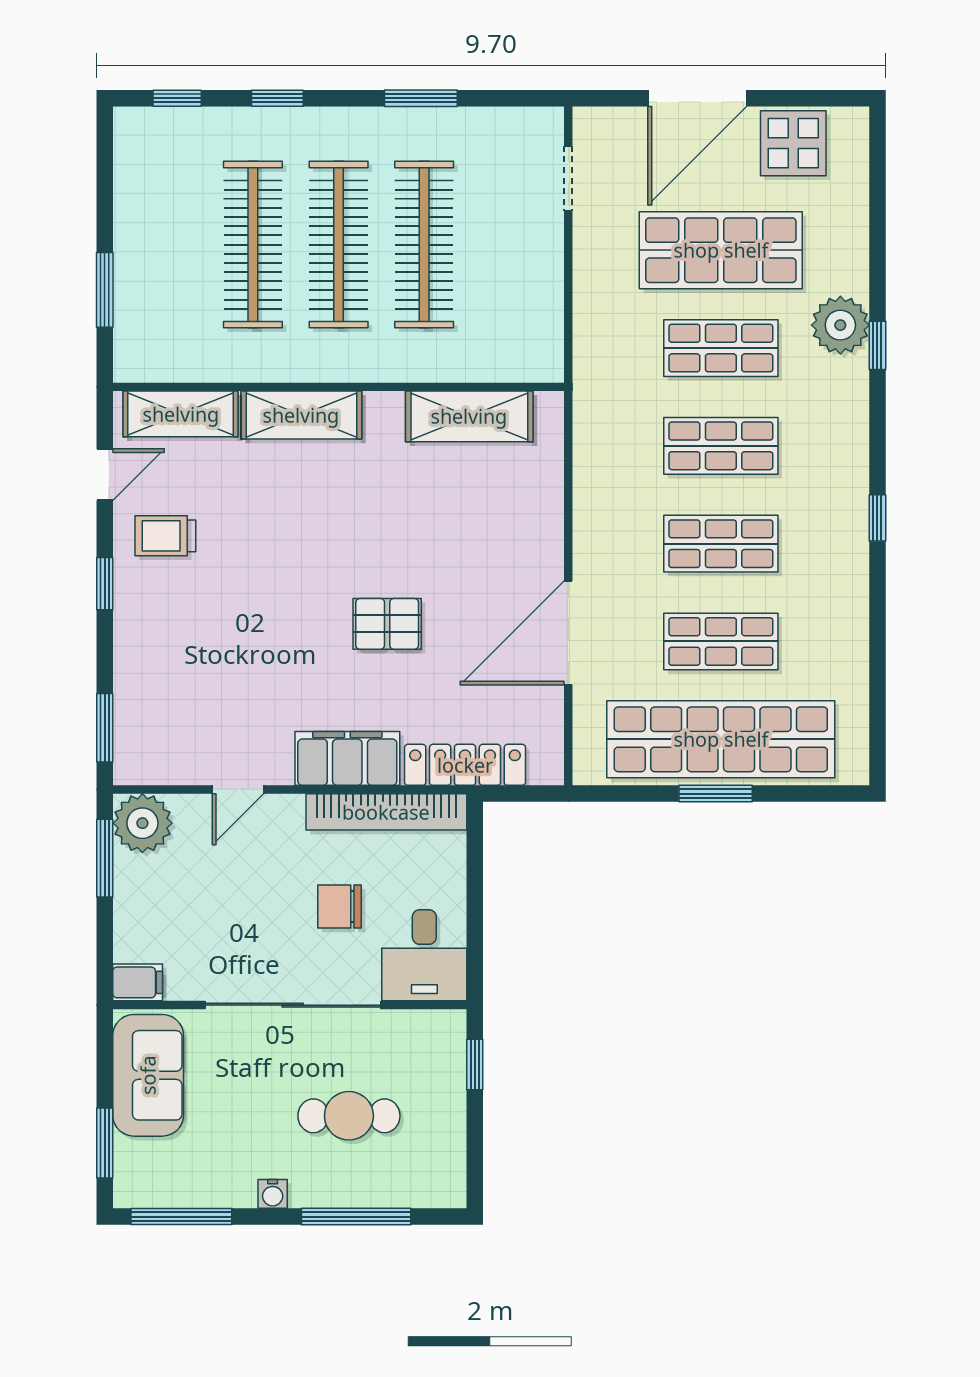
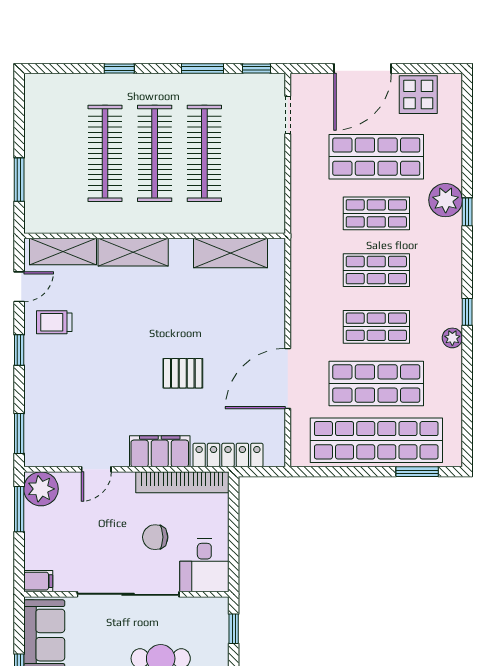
window: (177, 98) -> (256, 68), moved
plant: (852, 563) -> (452, 338), added
shop shelf: (721, 641) -> (376, 384), width x1.43, depth x1.36
window: (716, 794) -> (417, 472), moved

